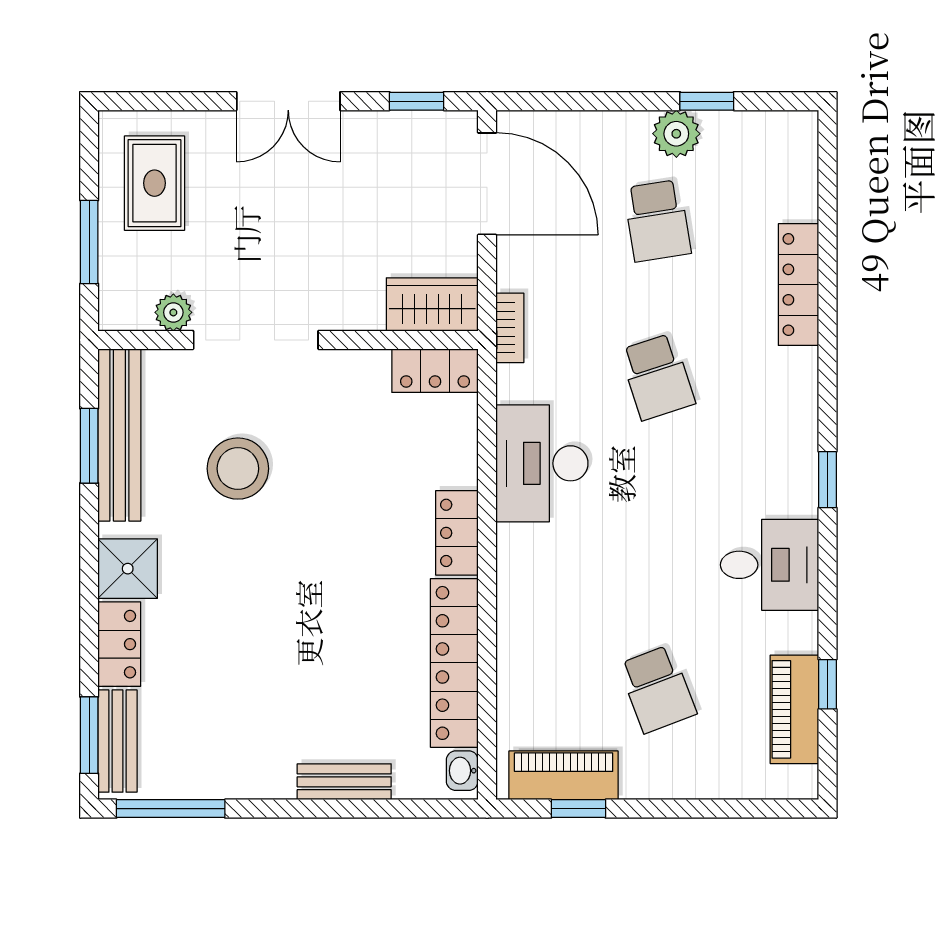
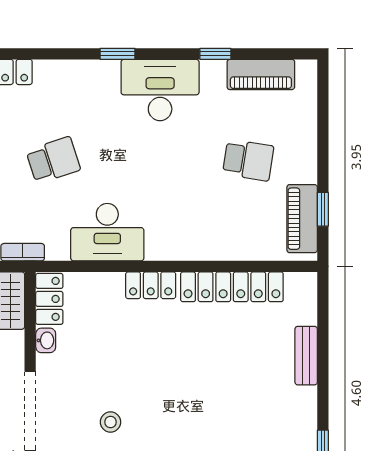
stool: (238, 469) -> (111, 422), width x0.53, depth x0.53
desk: (770, 565) -> (160, 90), width x1.37
window: (827, 684) -> (215, 54), moved
school desk: (657, 689) -> (248, 160), turned 30
washbasin: (462, 771) -> (46, 340), moved, turned -90

